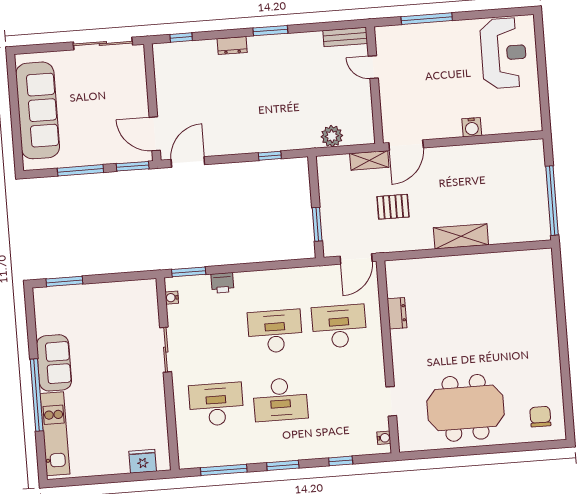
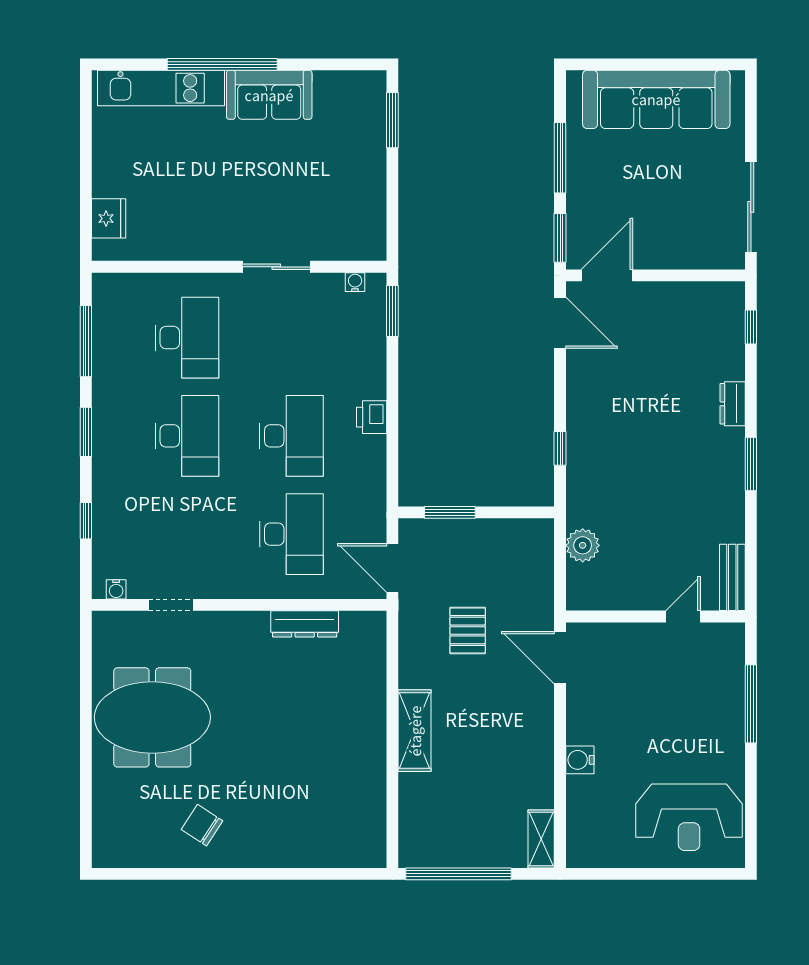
shelving: (369, 160) -> (541, 839), moved
printer: (222, 283) -> (372, 417), moved
dresser: (397, 313) -> (305, 624), width x1.44
desk: (280, 399) -> (187, 436), turned 180
meeting table: (466, 408) -> (152, 717), turned 90
chair: (540, 417) -> (202, 825), moved, turned -147

